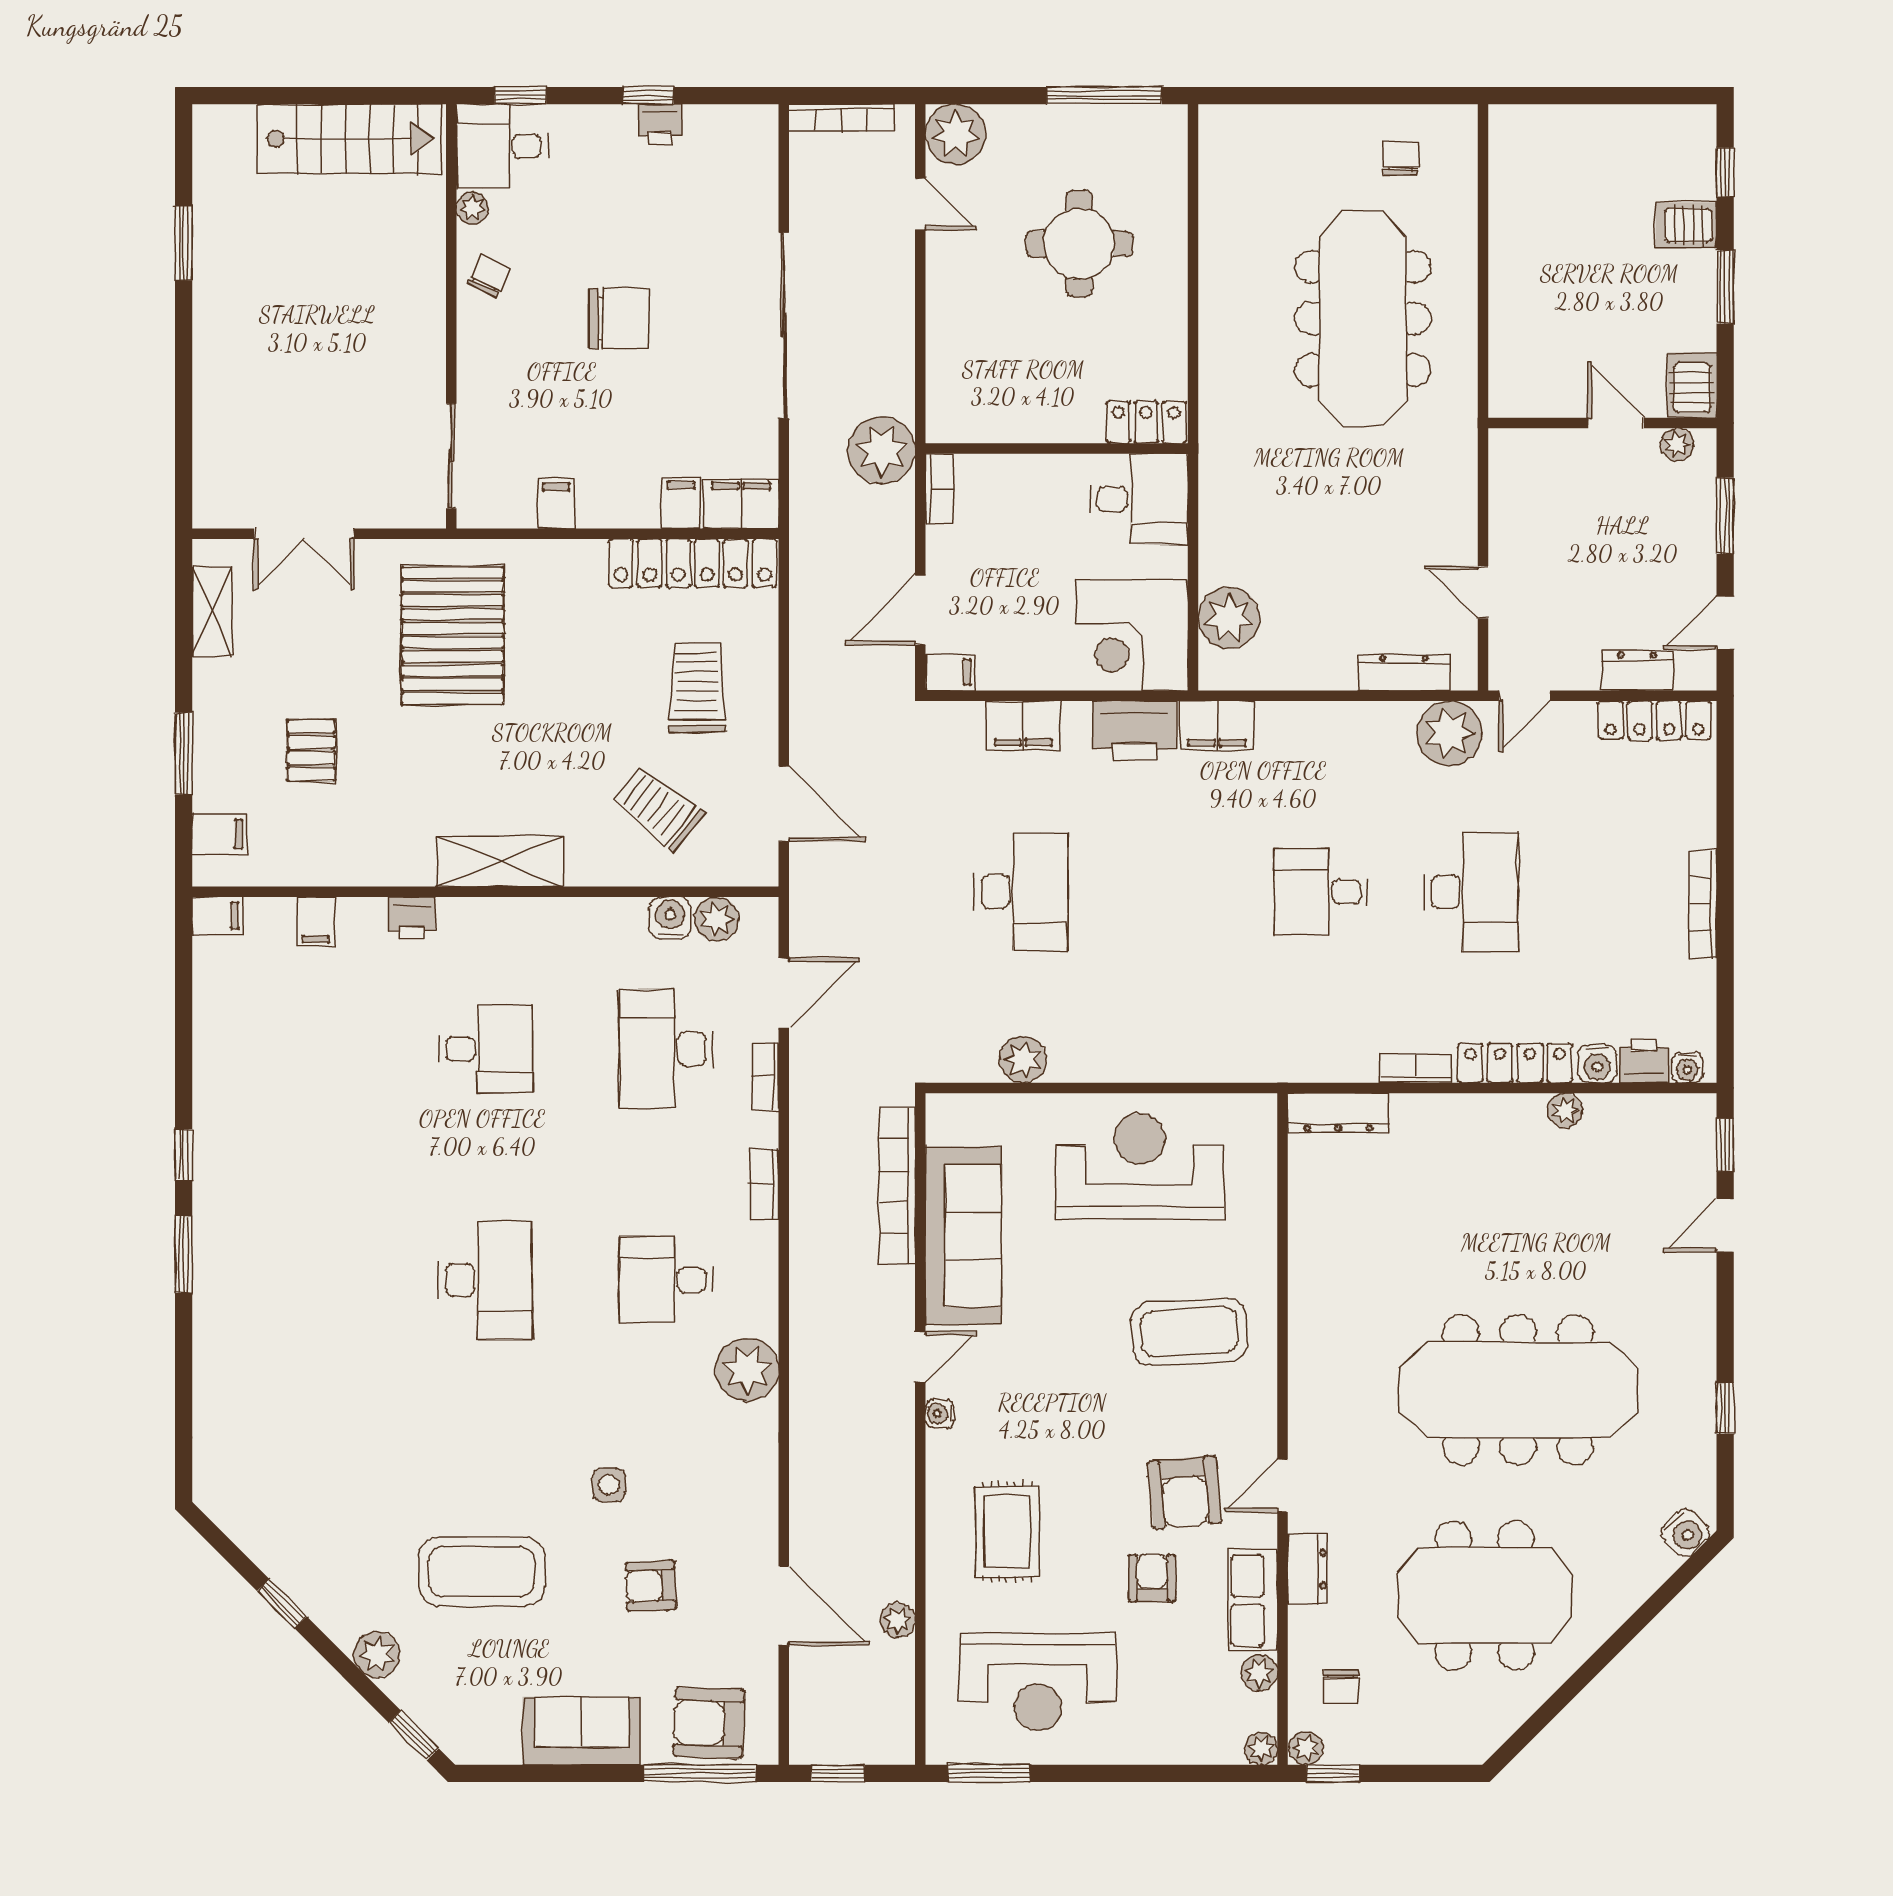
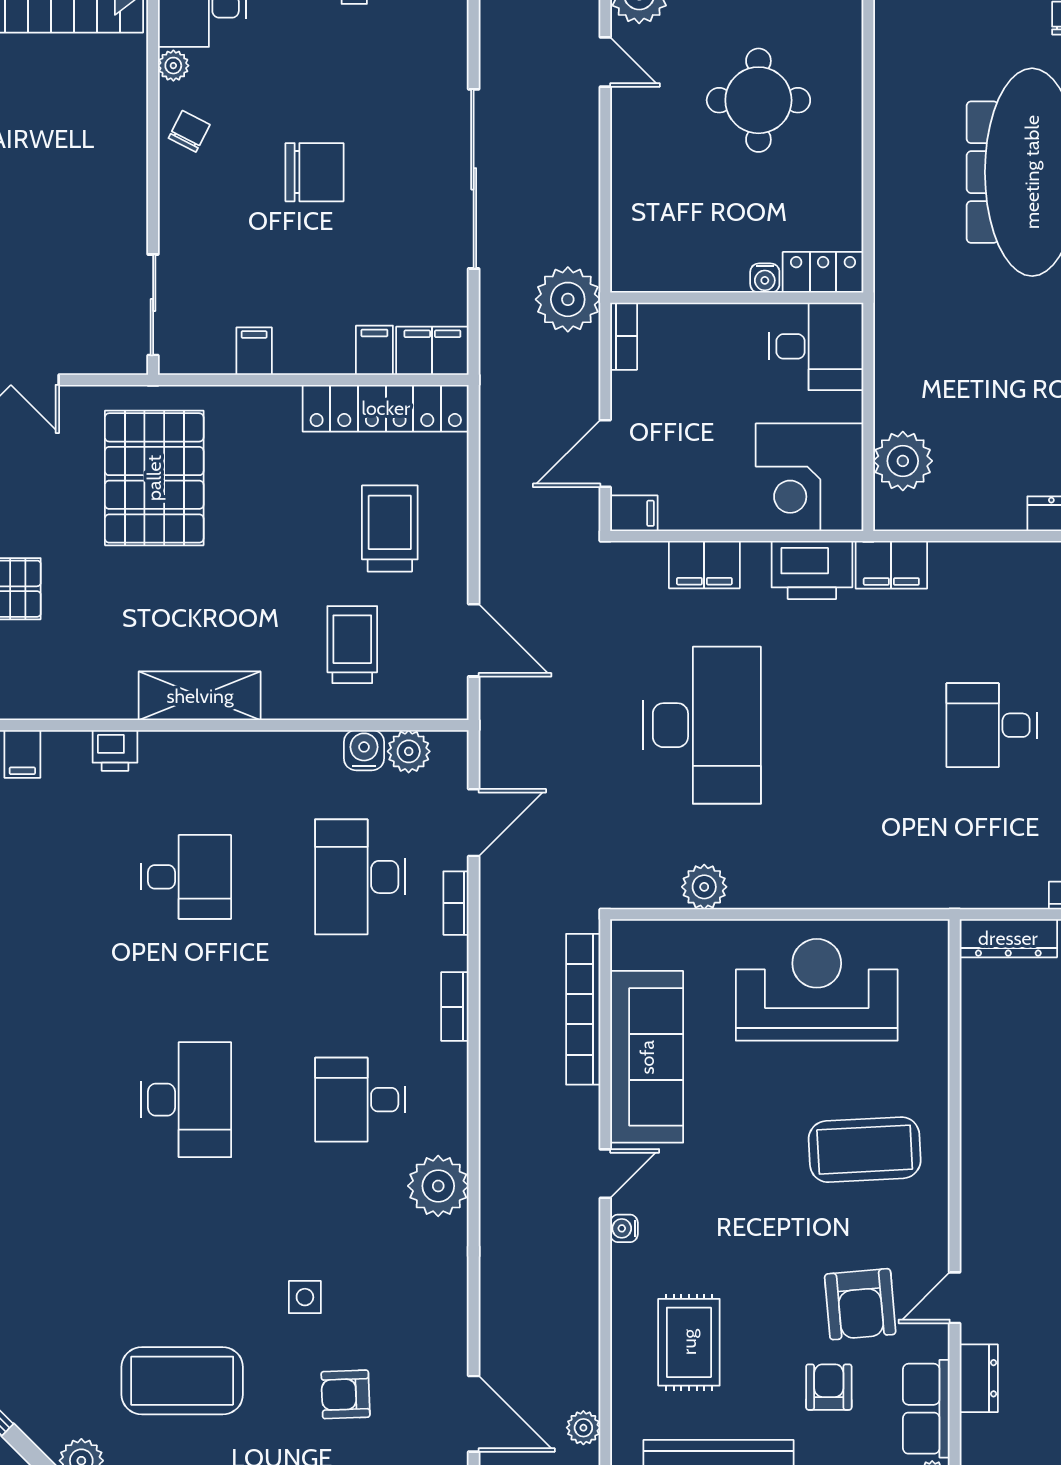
water cooler: (1086, 428) -> (765, 278), added
trolley: (658, 808) -> (352, 645), turned 52
desk: (1021, 892) -> (702, 725), width x1.36, depth x1.30

